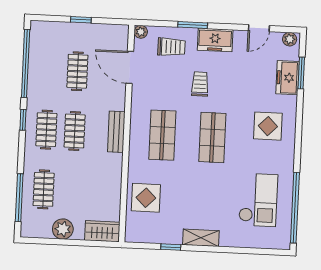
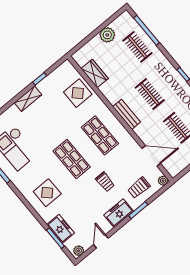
clothes rail: (46, 130) -> (166, 81), removed
wardrobe: (102, 231) -> (95, 74), moved, turned -90

